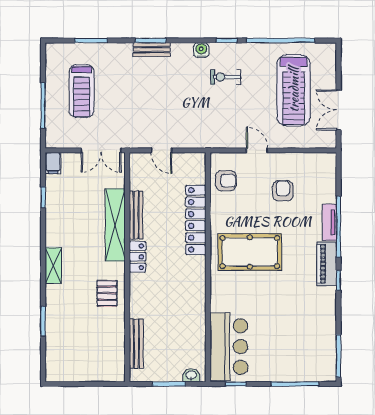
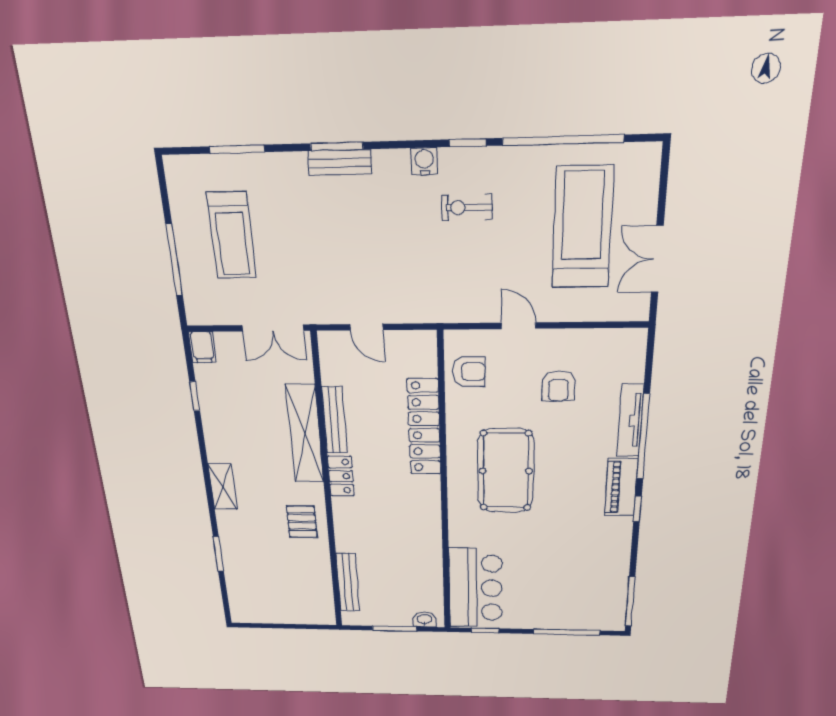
treadmill: (294, 90) -> (582, 228), turned 180
armchair: (283, 191) -> (558, 386), turned 180
tv unit: (329, 222) -> (630, 420), width x1.41
pool table: (250, 252) -> (506, 471), turned 90

